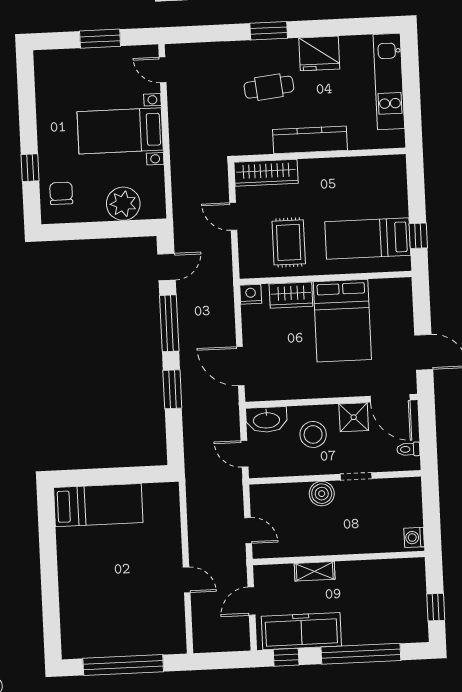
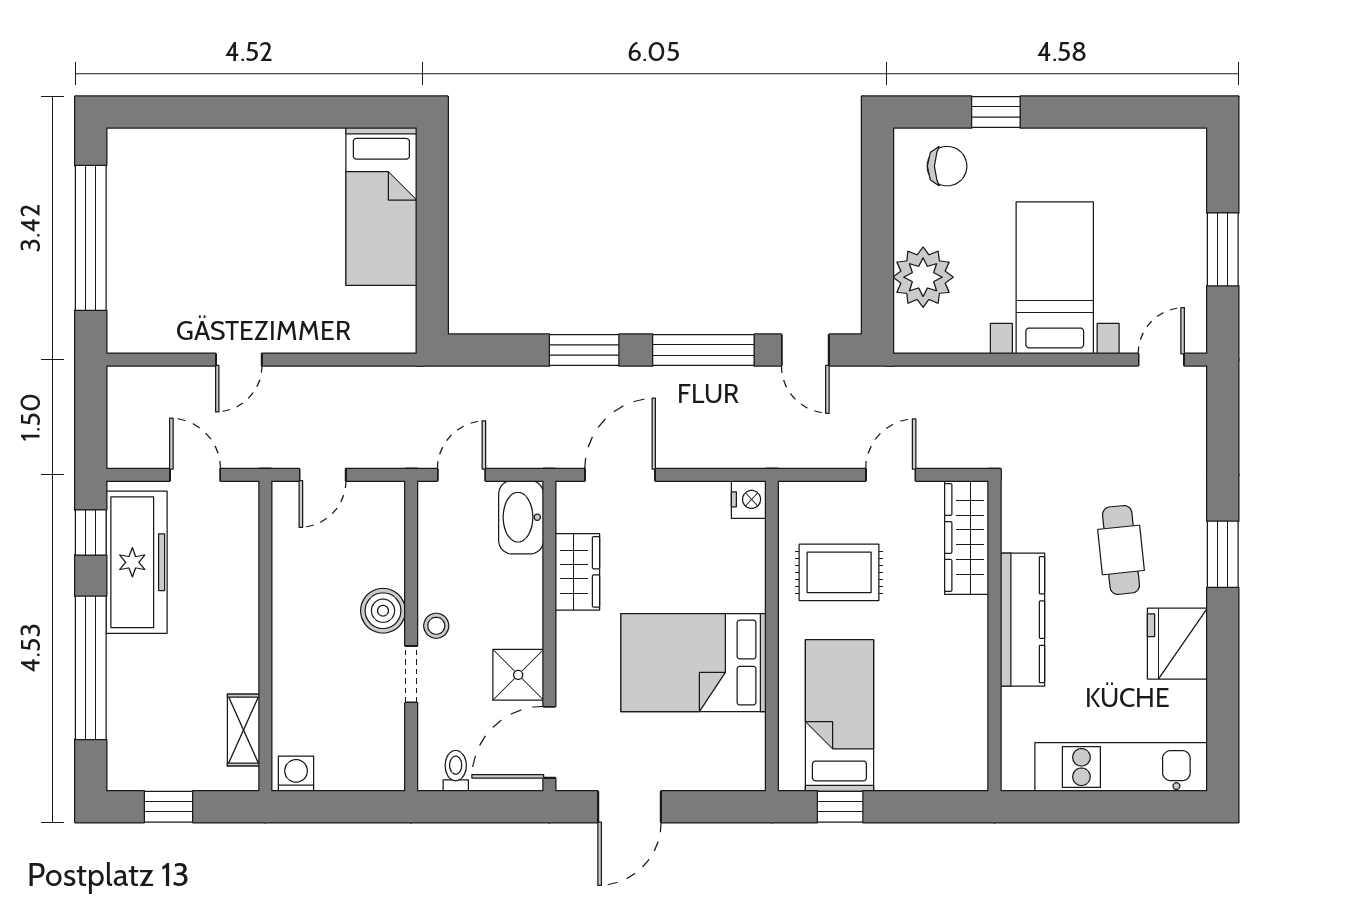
wardrobe: (291, 295) -> (577, 572), moved, turned 180
stool: (313, 434) -> (436, 626), moved, width x0.53, depth x0.53
shelving: (315, 571) -> (243, 730), moved

